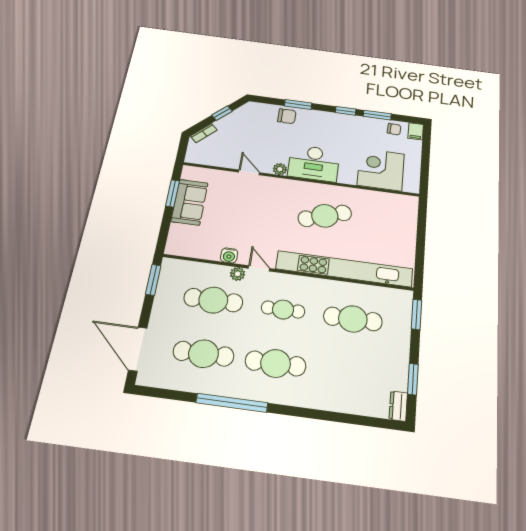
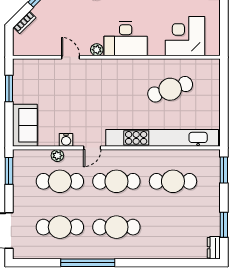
sofa: (190, 202) -> (25, 125), moved
cafe table: (325, 216) -> (170, 89), moved
door: (259, 268) -> (92, 148), swing flipped
plant: (238, 274) -> (57, 156), moved
cafe table: (283, 309) -> (116, 181), width x1.37, depth x1.35

